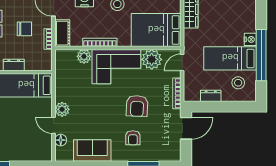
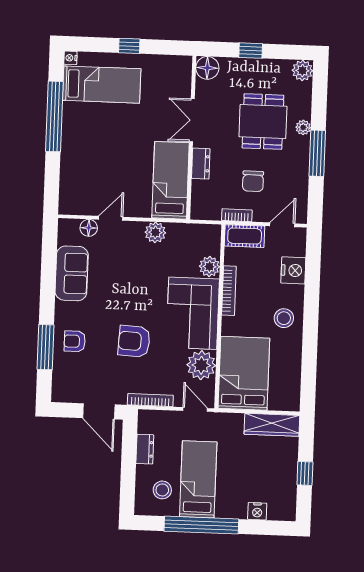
nightstand: (250, 39) -> (257, 511), moved
plant: (62, 109) -> (155, 232), moved
armchair: (133, 138) -> (75, 341), moved

